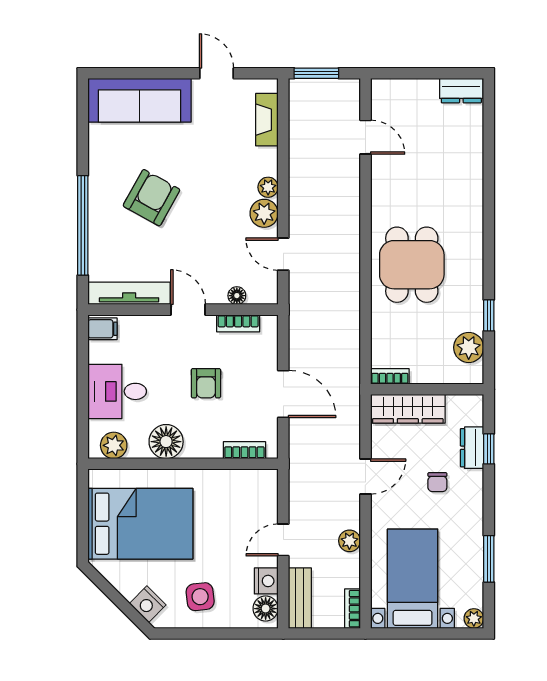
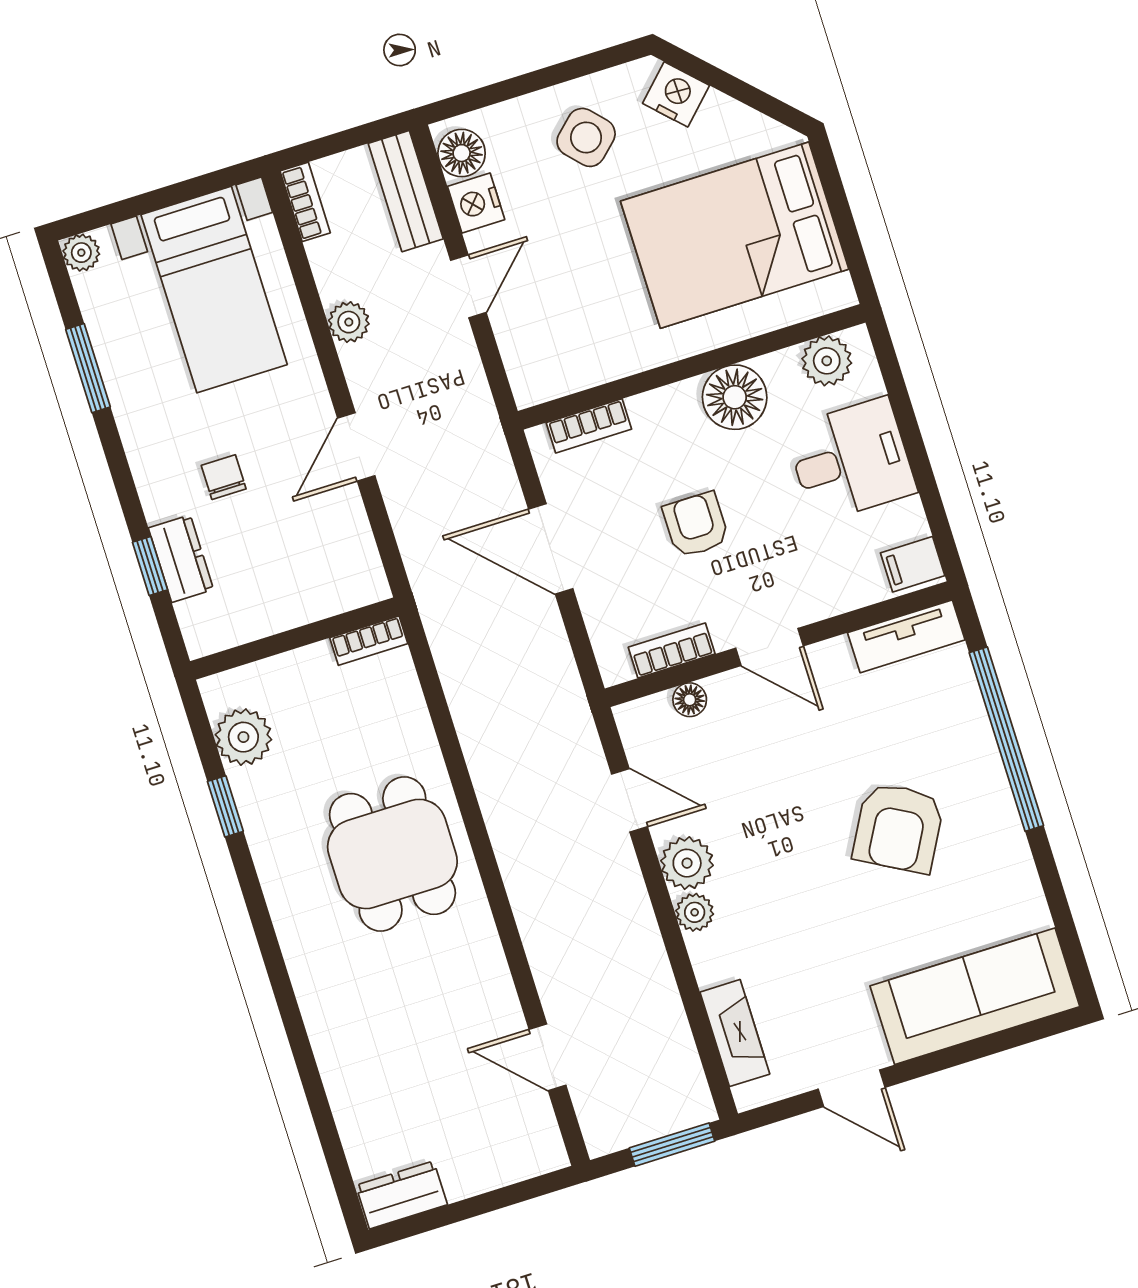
tv unit: (129, 293) -> (906, 636), width x0.71
wardrobe: (408, 409) -> (318, 592), removed
side table: (200, 597) -> (586, 137), turned -37

